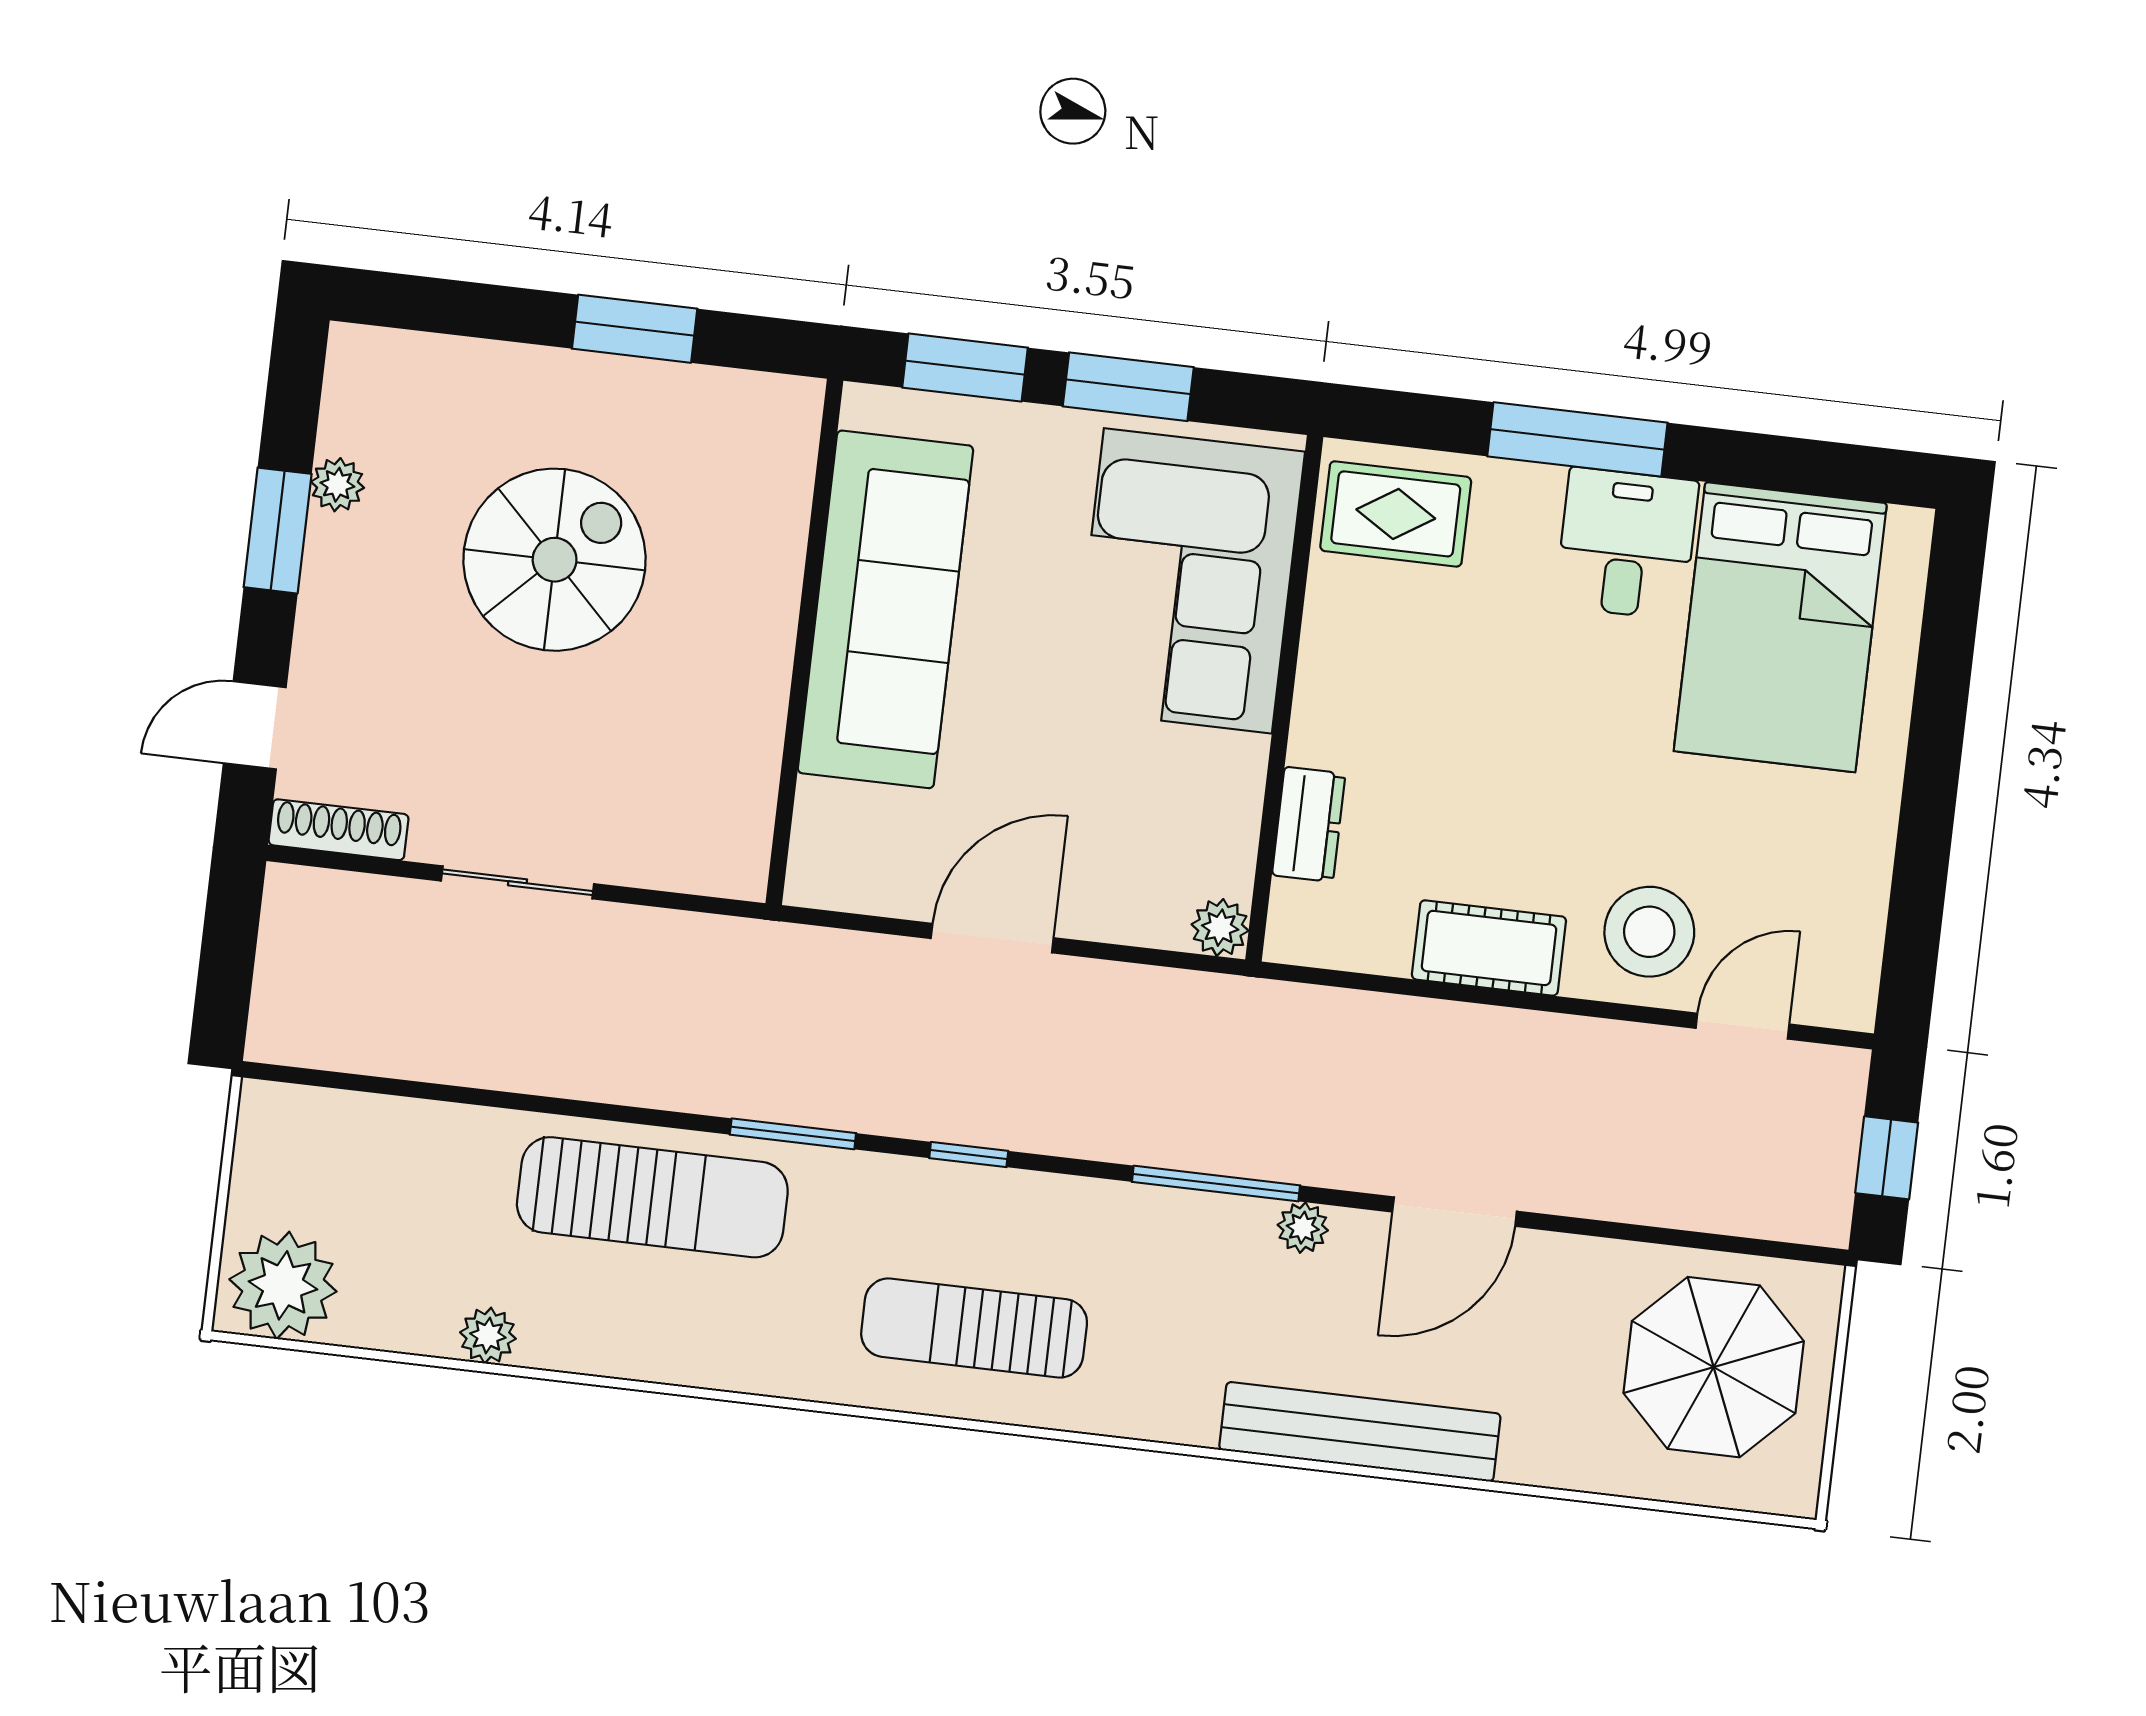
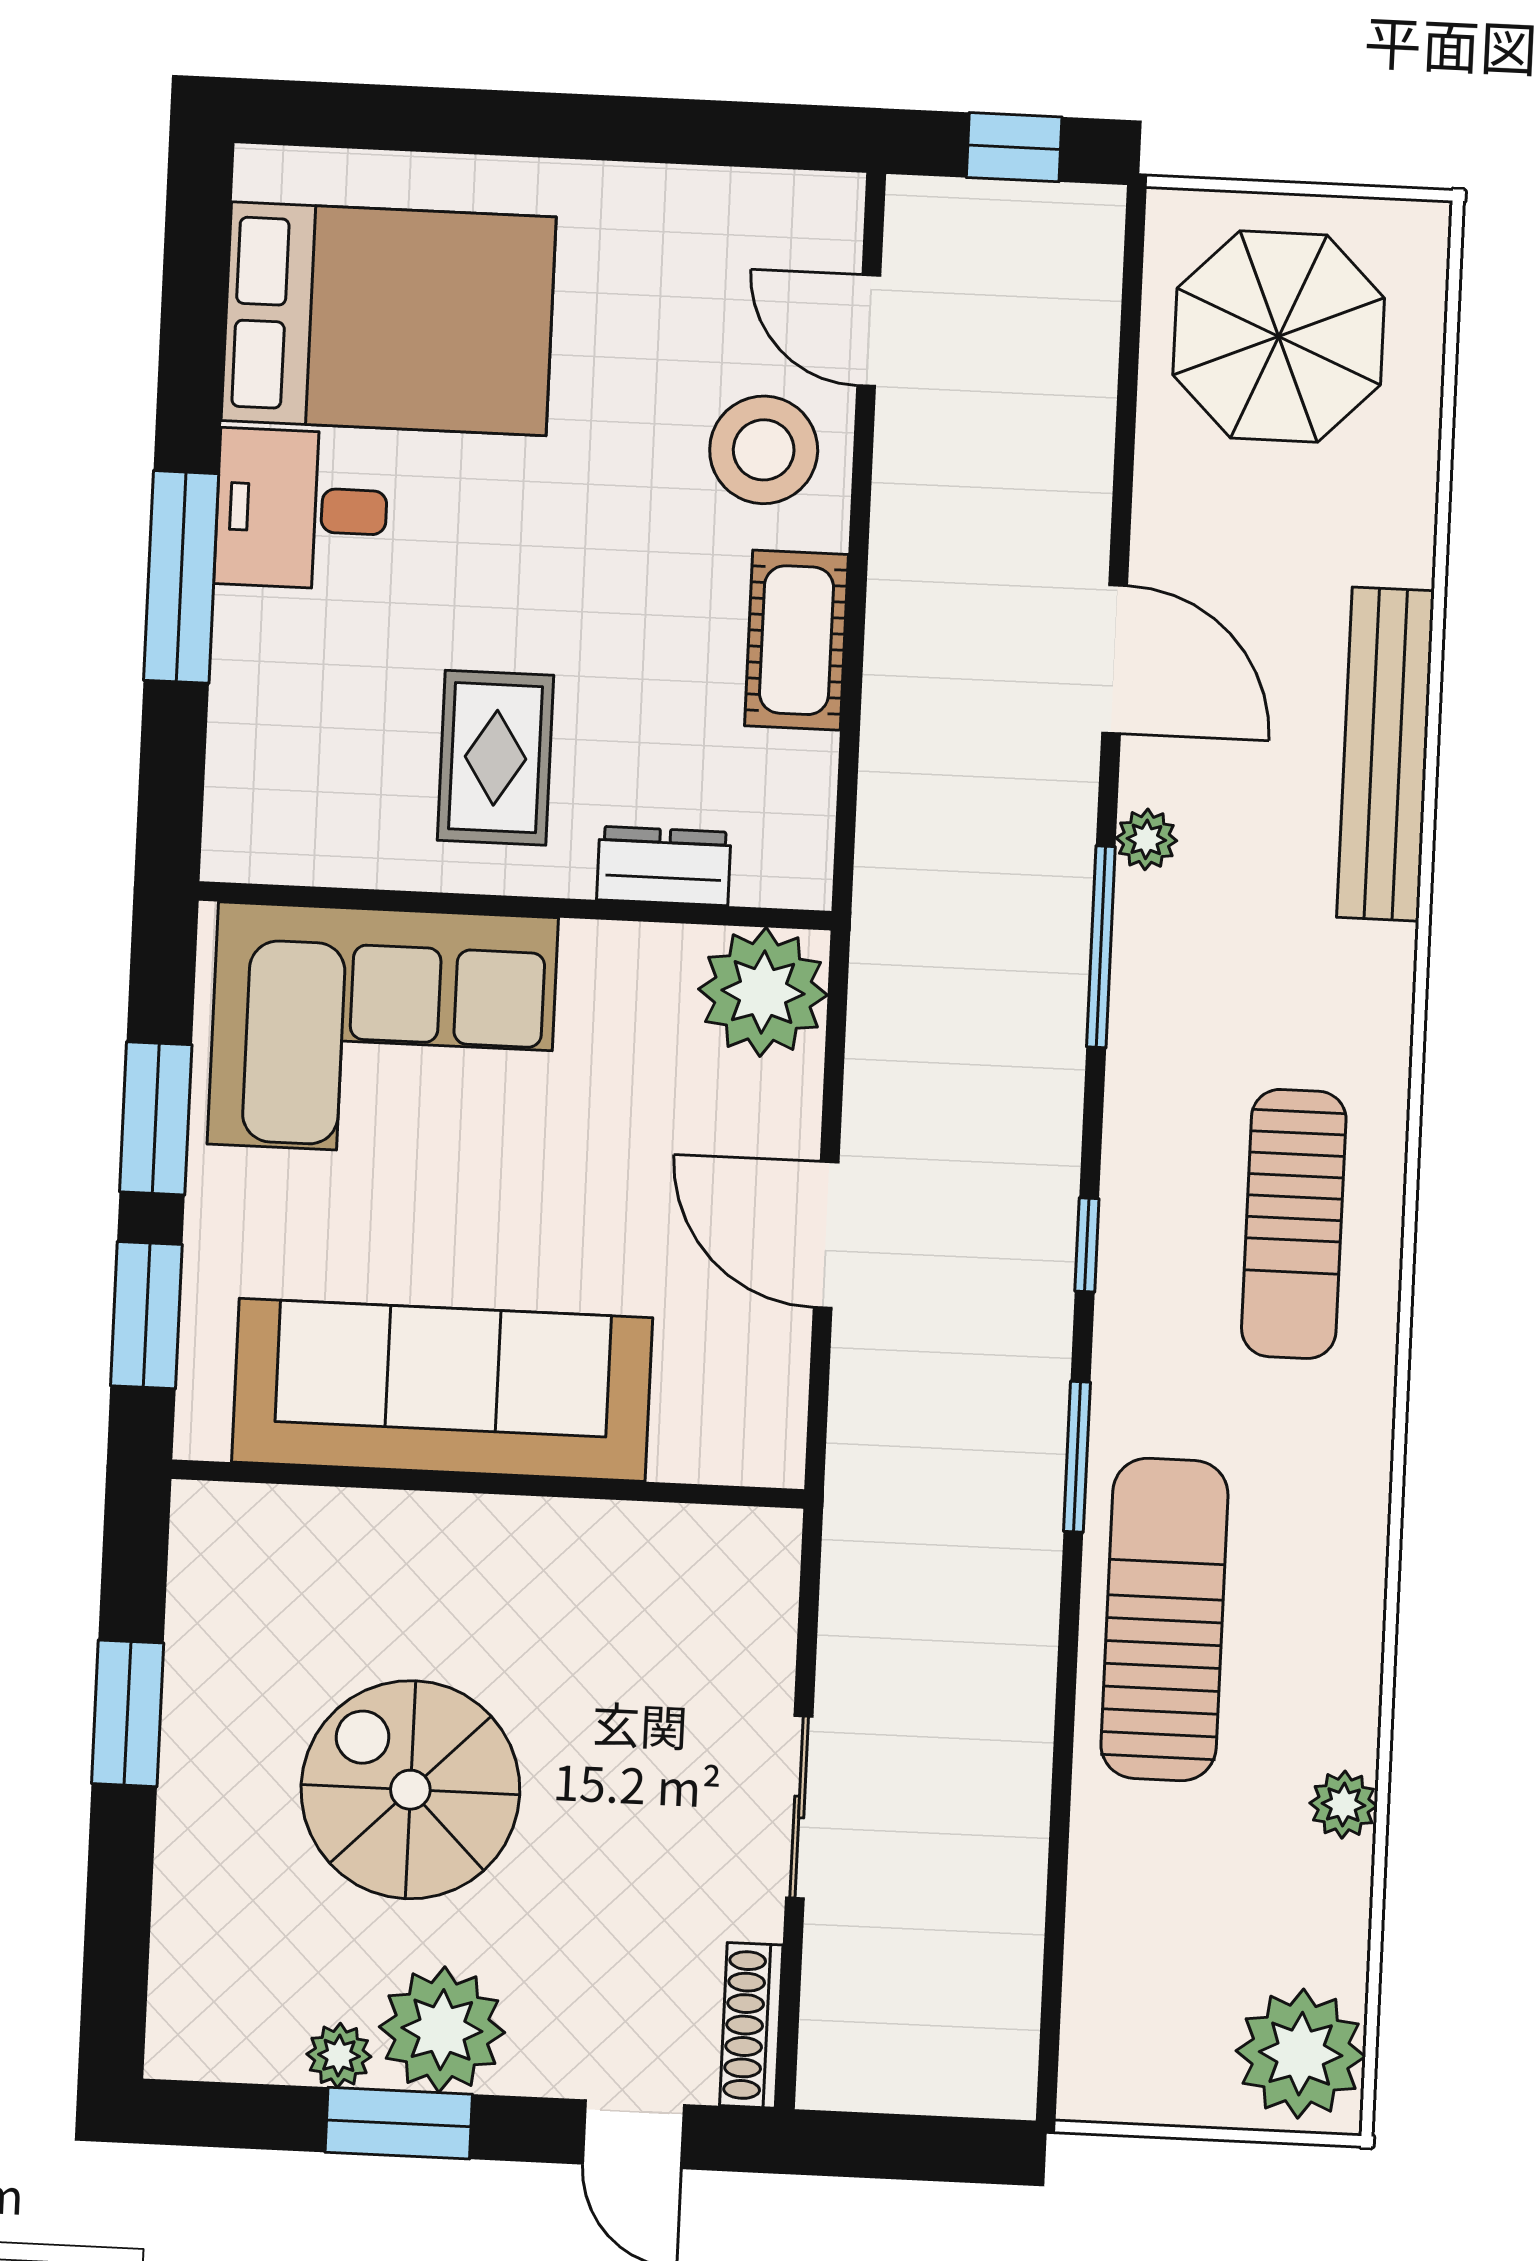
rug: (1396, 514) -> (495, 758), moved
plant: (353, 572) -> (442, 2030), added
plant: (1220, 928) -> (763, 992), width x1.87, depth x1.87

